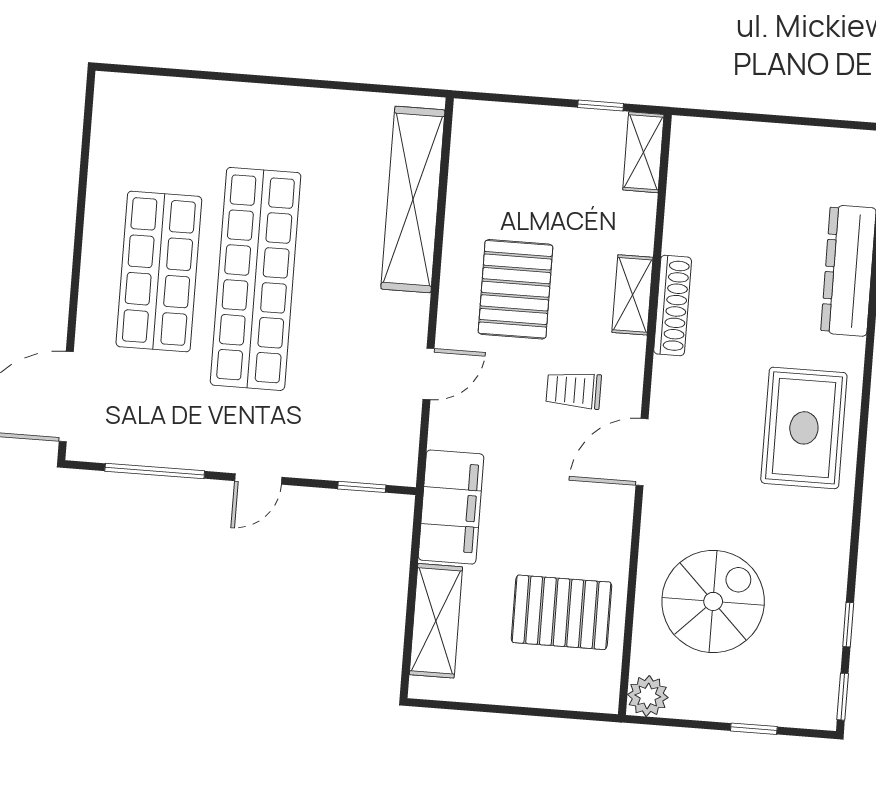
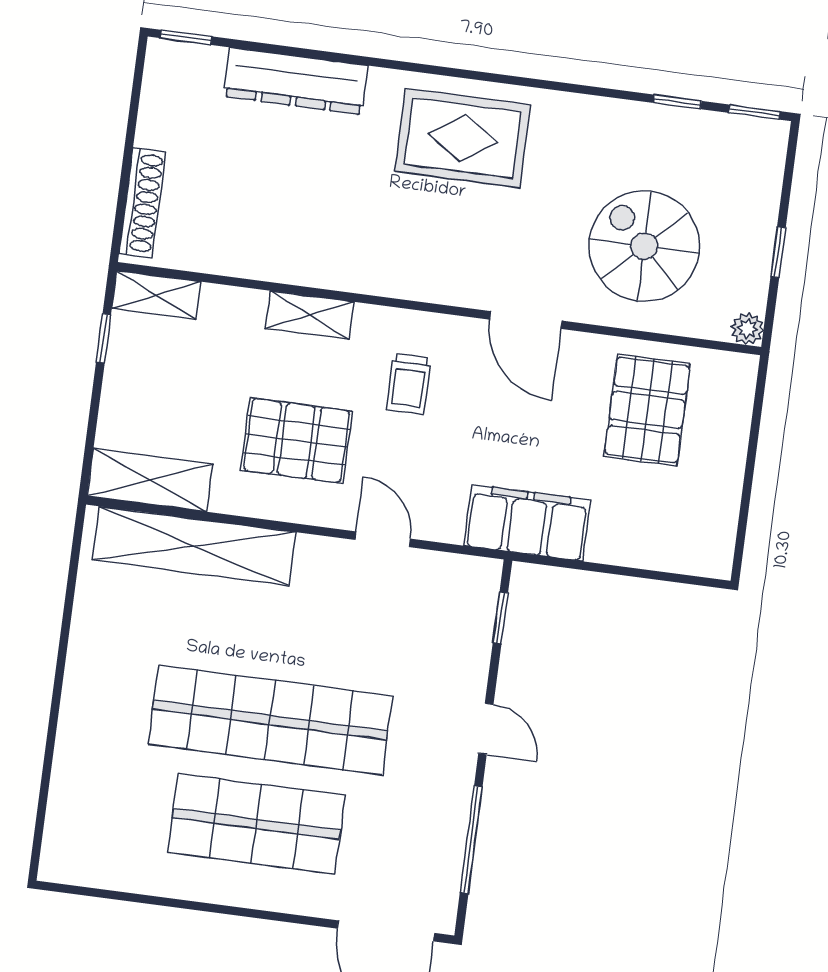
shoe rack: (673, 306) -> (142, 203), moved, turned 90
door: (642, 452) -> (526, 320), moved
shelving: (436, 621) -> (150, 480), moved
plant: (648, 696) -> (747, 329), width x0.73, depth x0.73
window: (754, 729) -> (778, 252), moved

